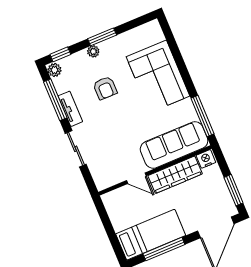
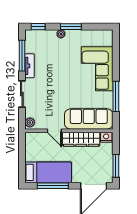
plant: (55, 70) -> (30, 122), moved
armchair: (105, 88) -> (59, 62), removed
window: (202, 116) -> (116, 96), moved

